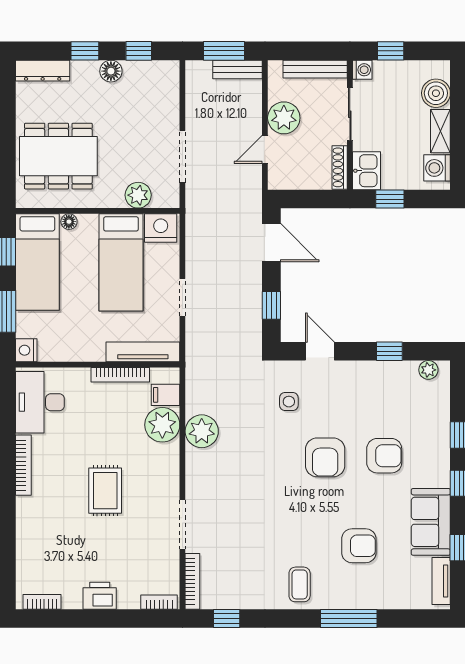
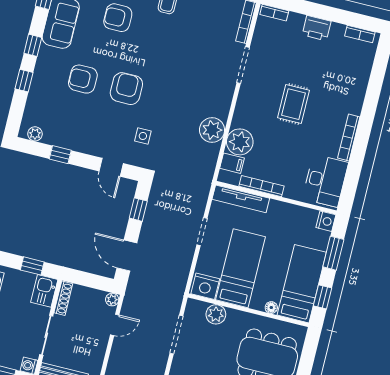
plant: (284, 118) -> (112, 300), moved, width x0.53, depth x0.53

